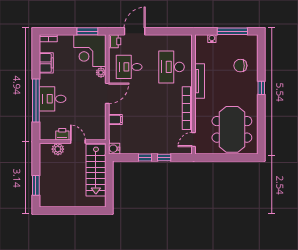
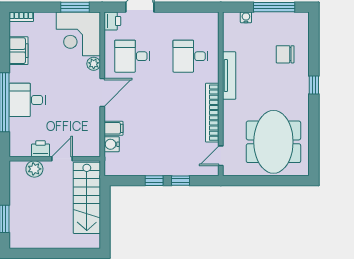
desk: (172, 67) -> (191, 56), width x0.73
door: (78, 142) -> (62, 159), hinge flipped
water cooler: (114, 149) -> (112, 144), moved

